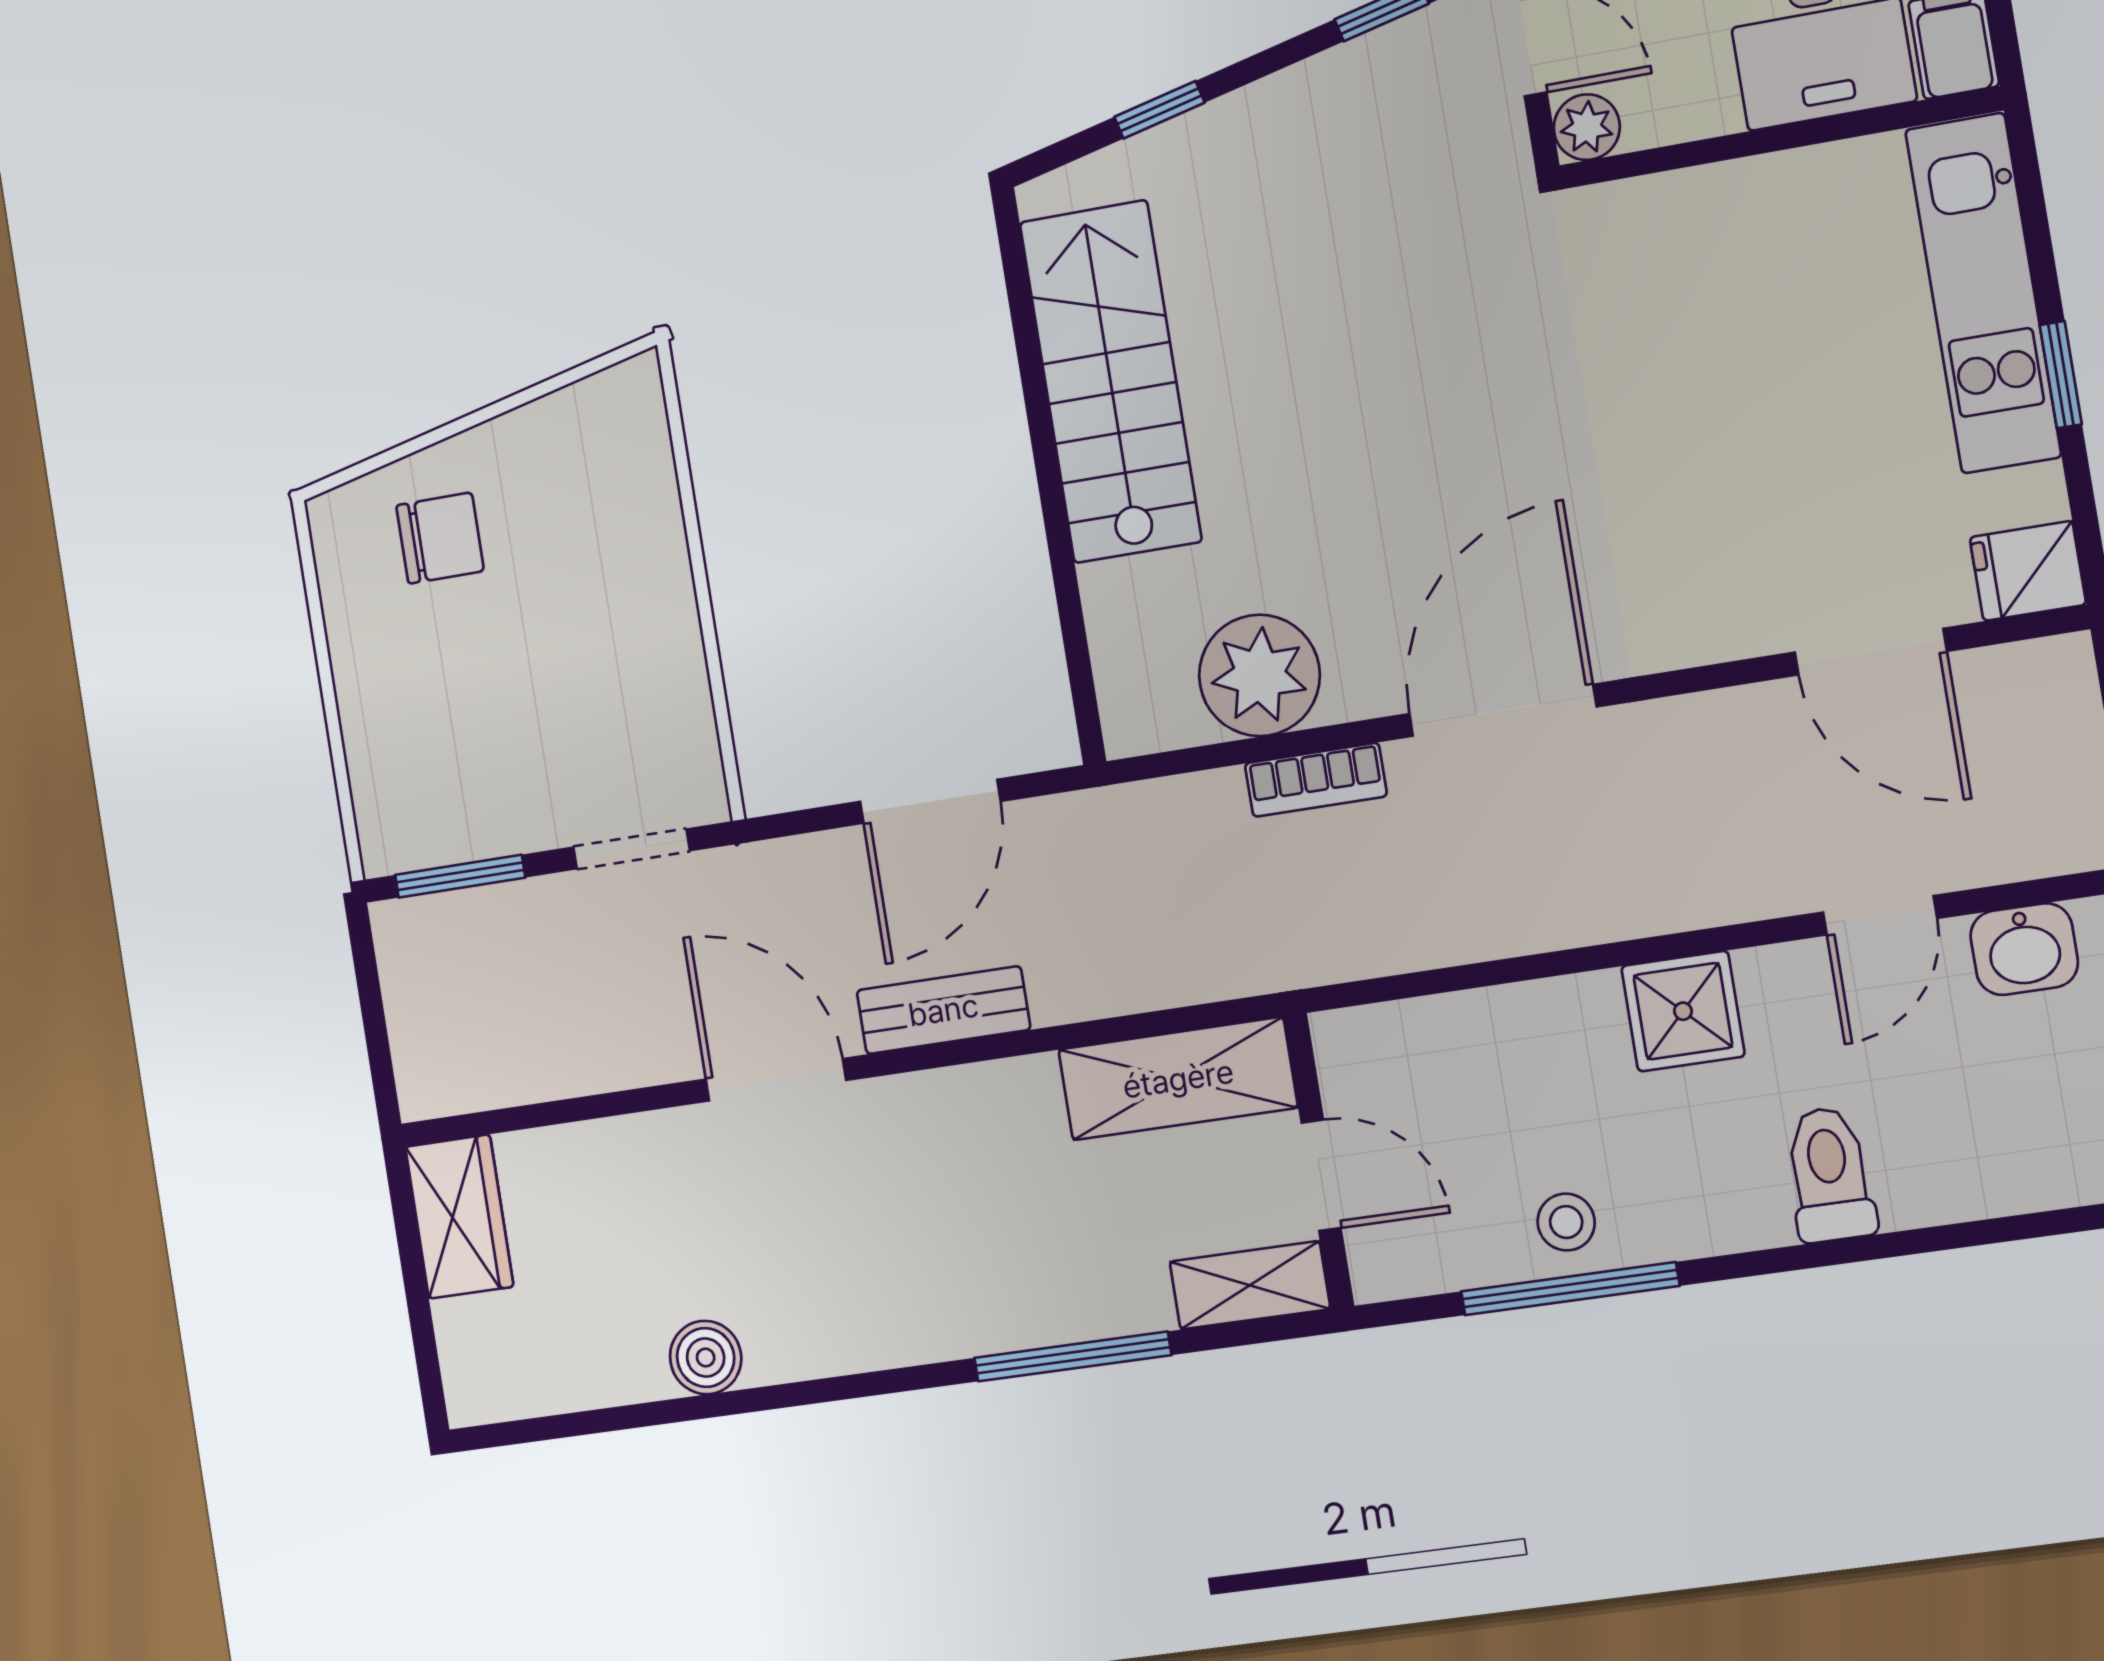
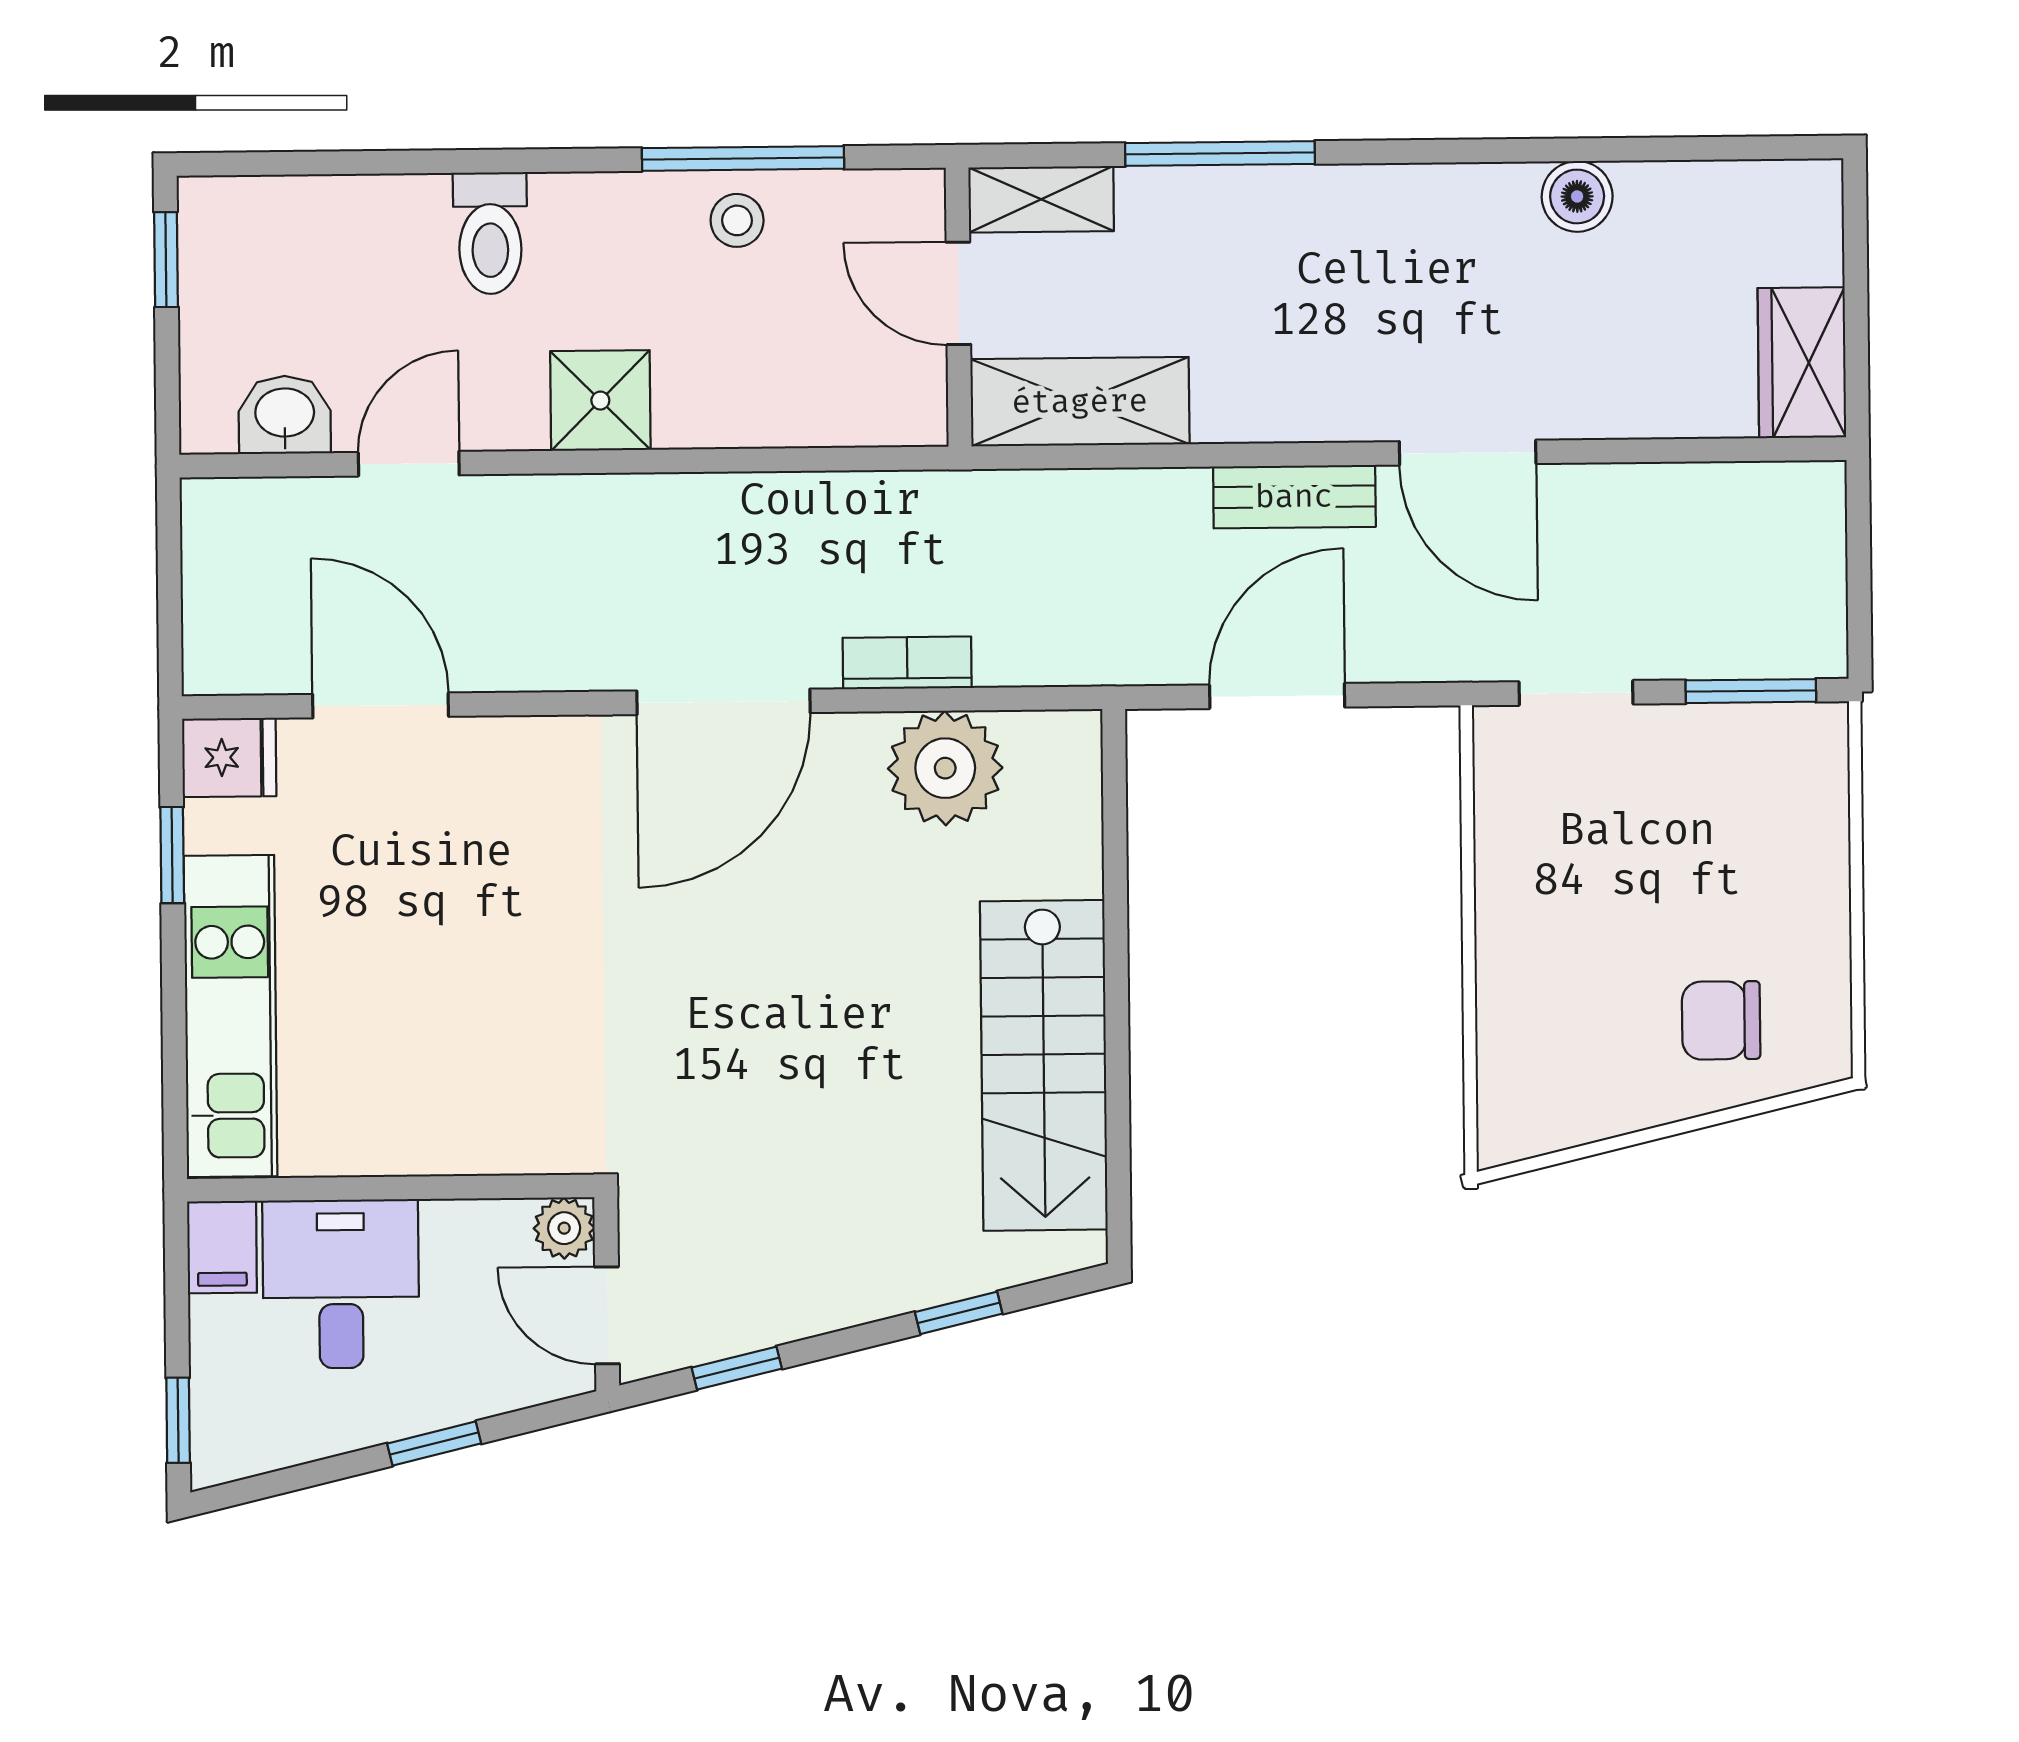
window: (2061, 375) -> (172, 855), moved

